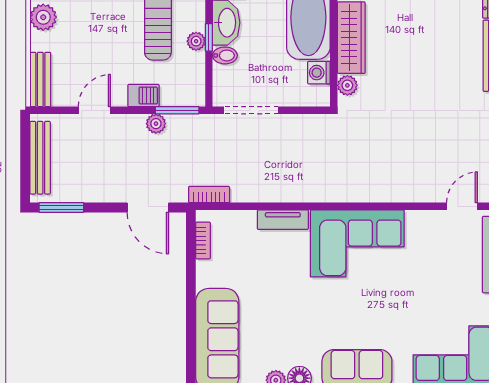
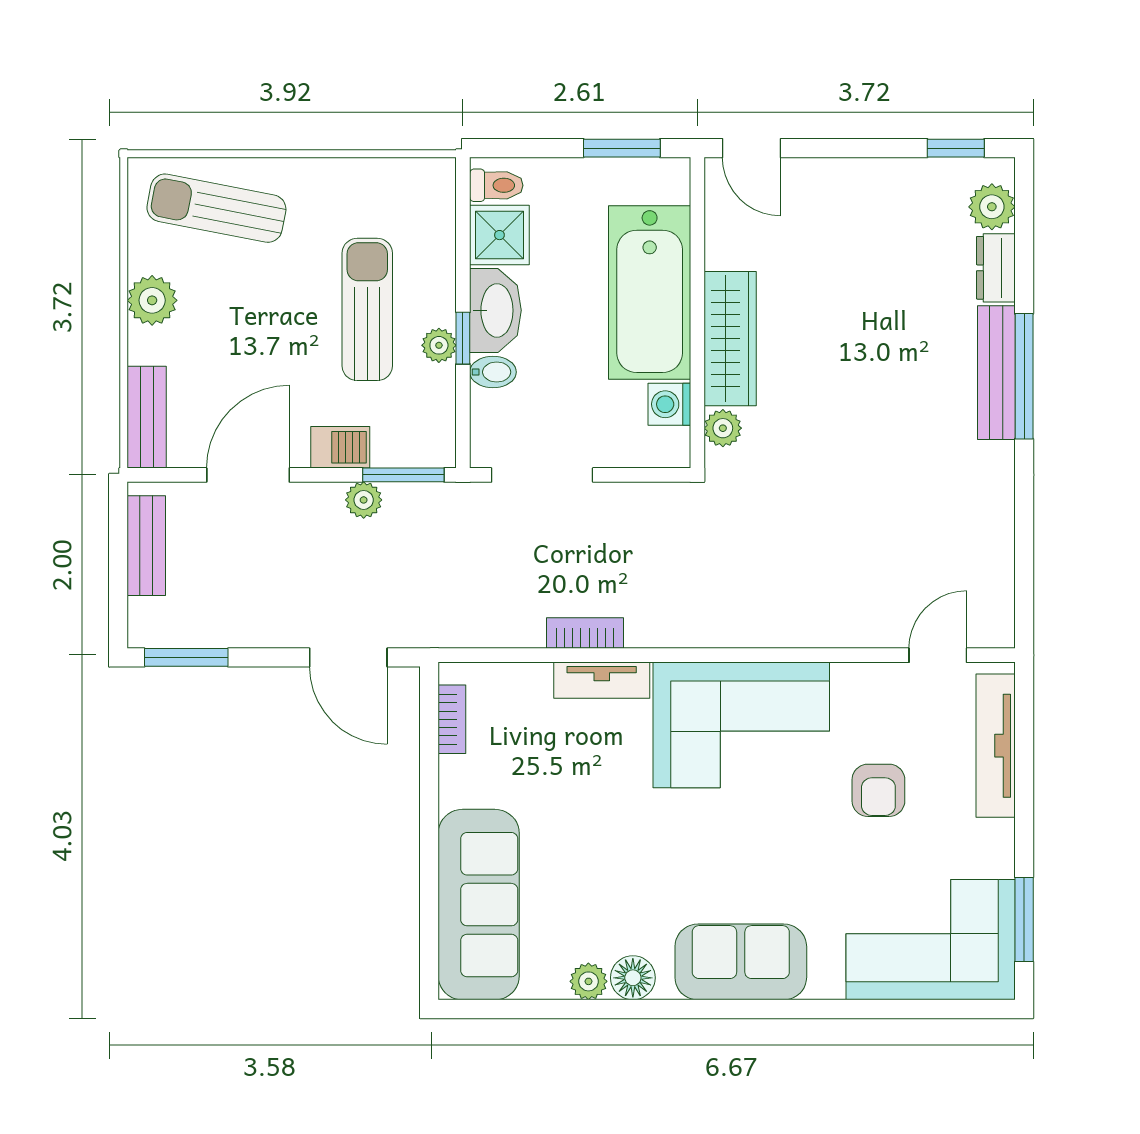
door: (94, 110) -> (248, 475), width x1.38
bench: (40, 158) -> (146, 546), width x0.73
bookcase: (209, 195) -> (585, 633), moved
armchair: (430, 278) -> (878, 790), added

